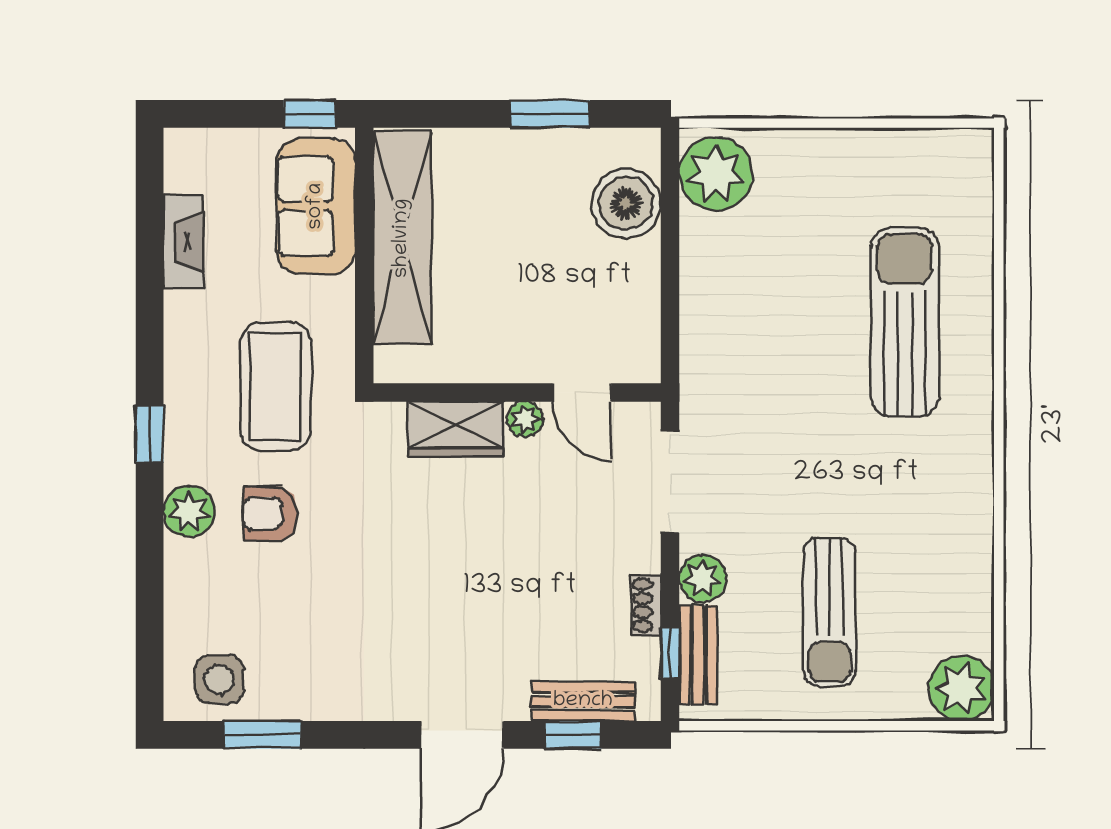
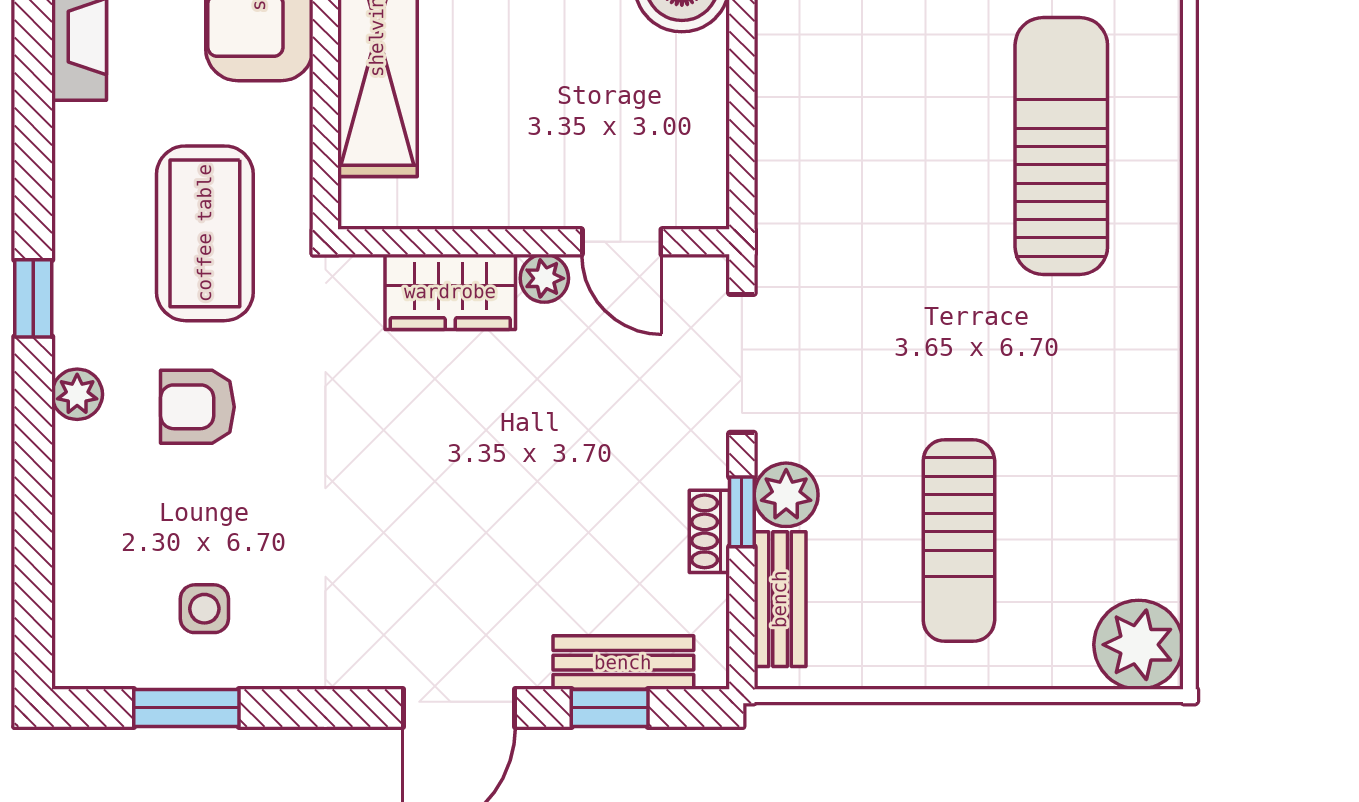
plant: (189, 511) -> (77, 394), width x0.73, depth x0.73
window: (670, 653) -> (742, 512), moved
side table: (219, 679) -> (204, 609), moved, width x0.73, depth x0.73

